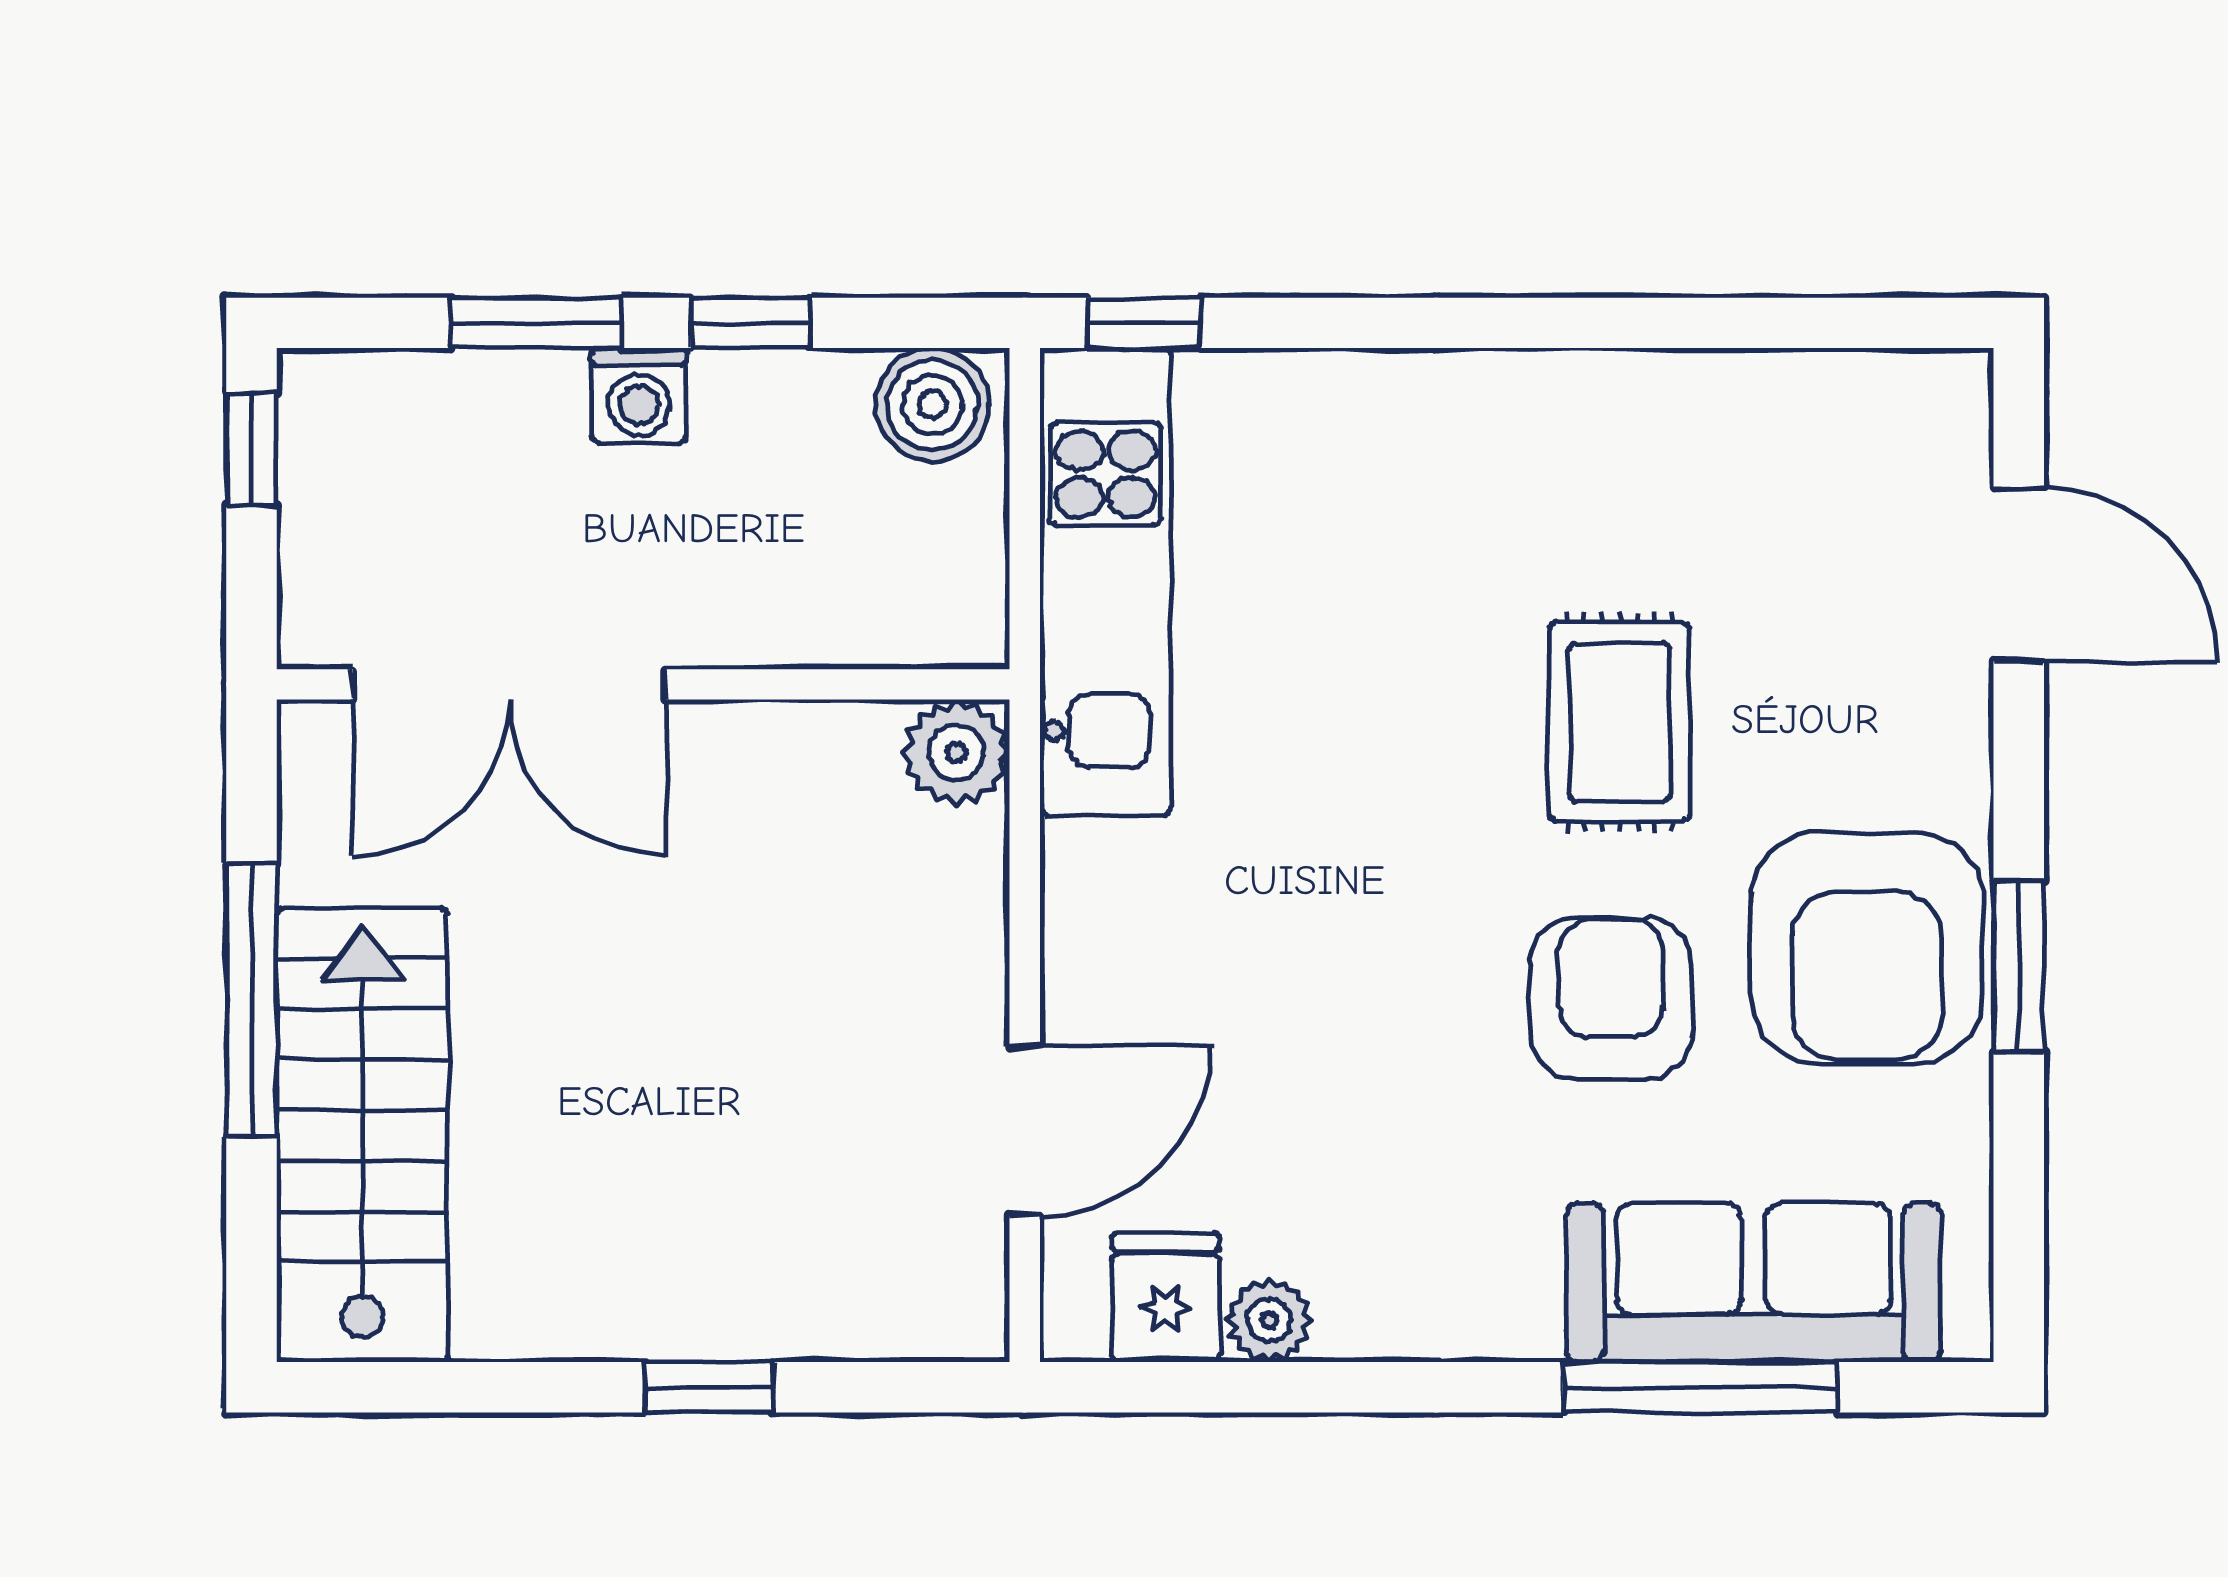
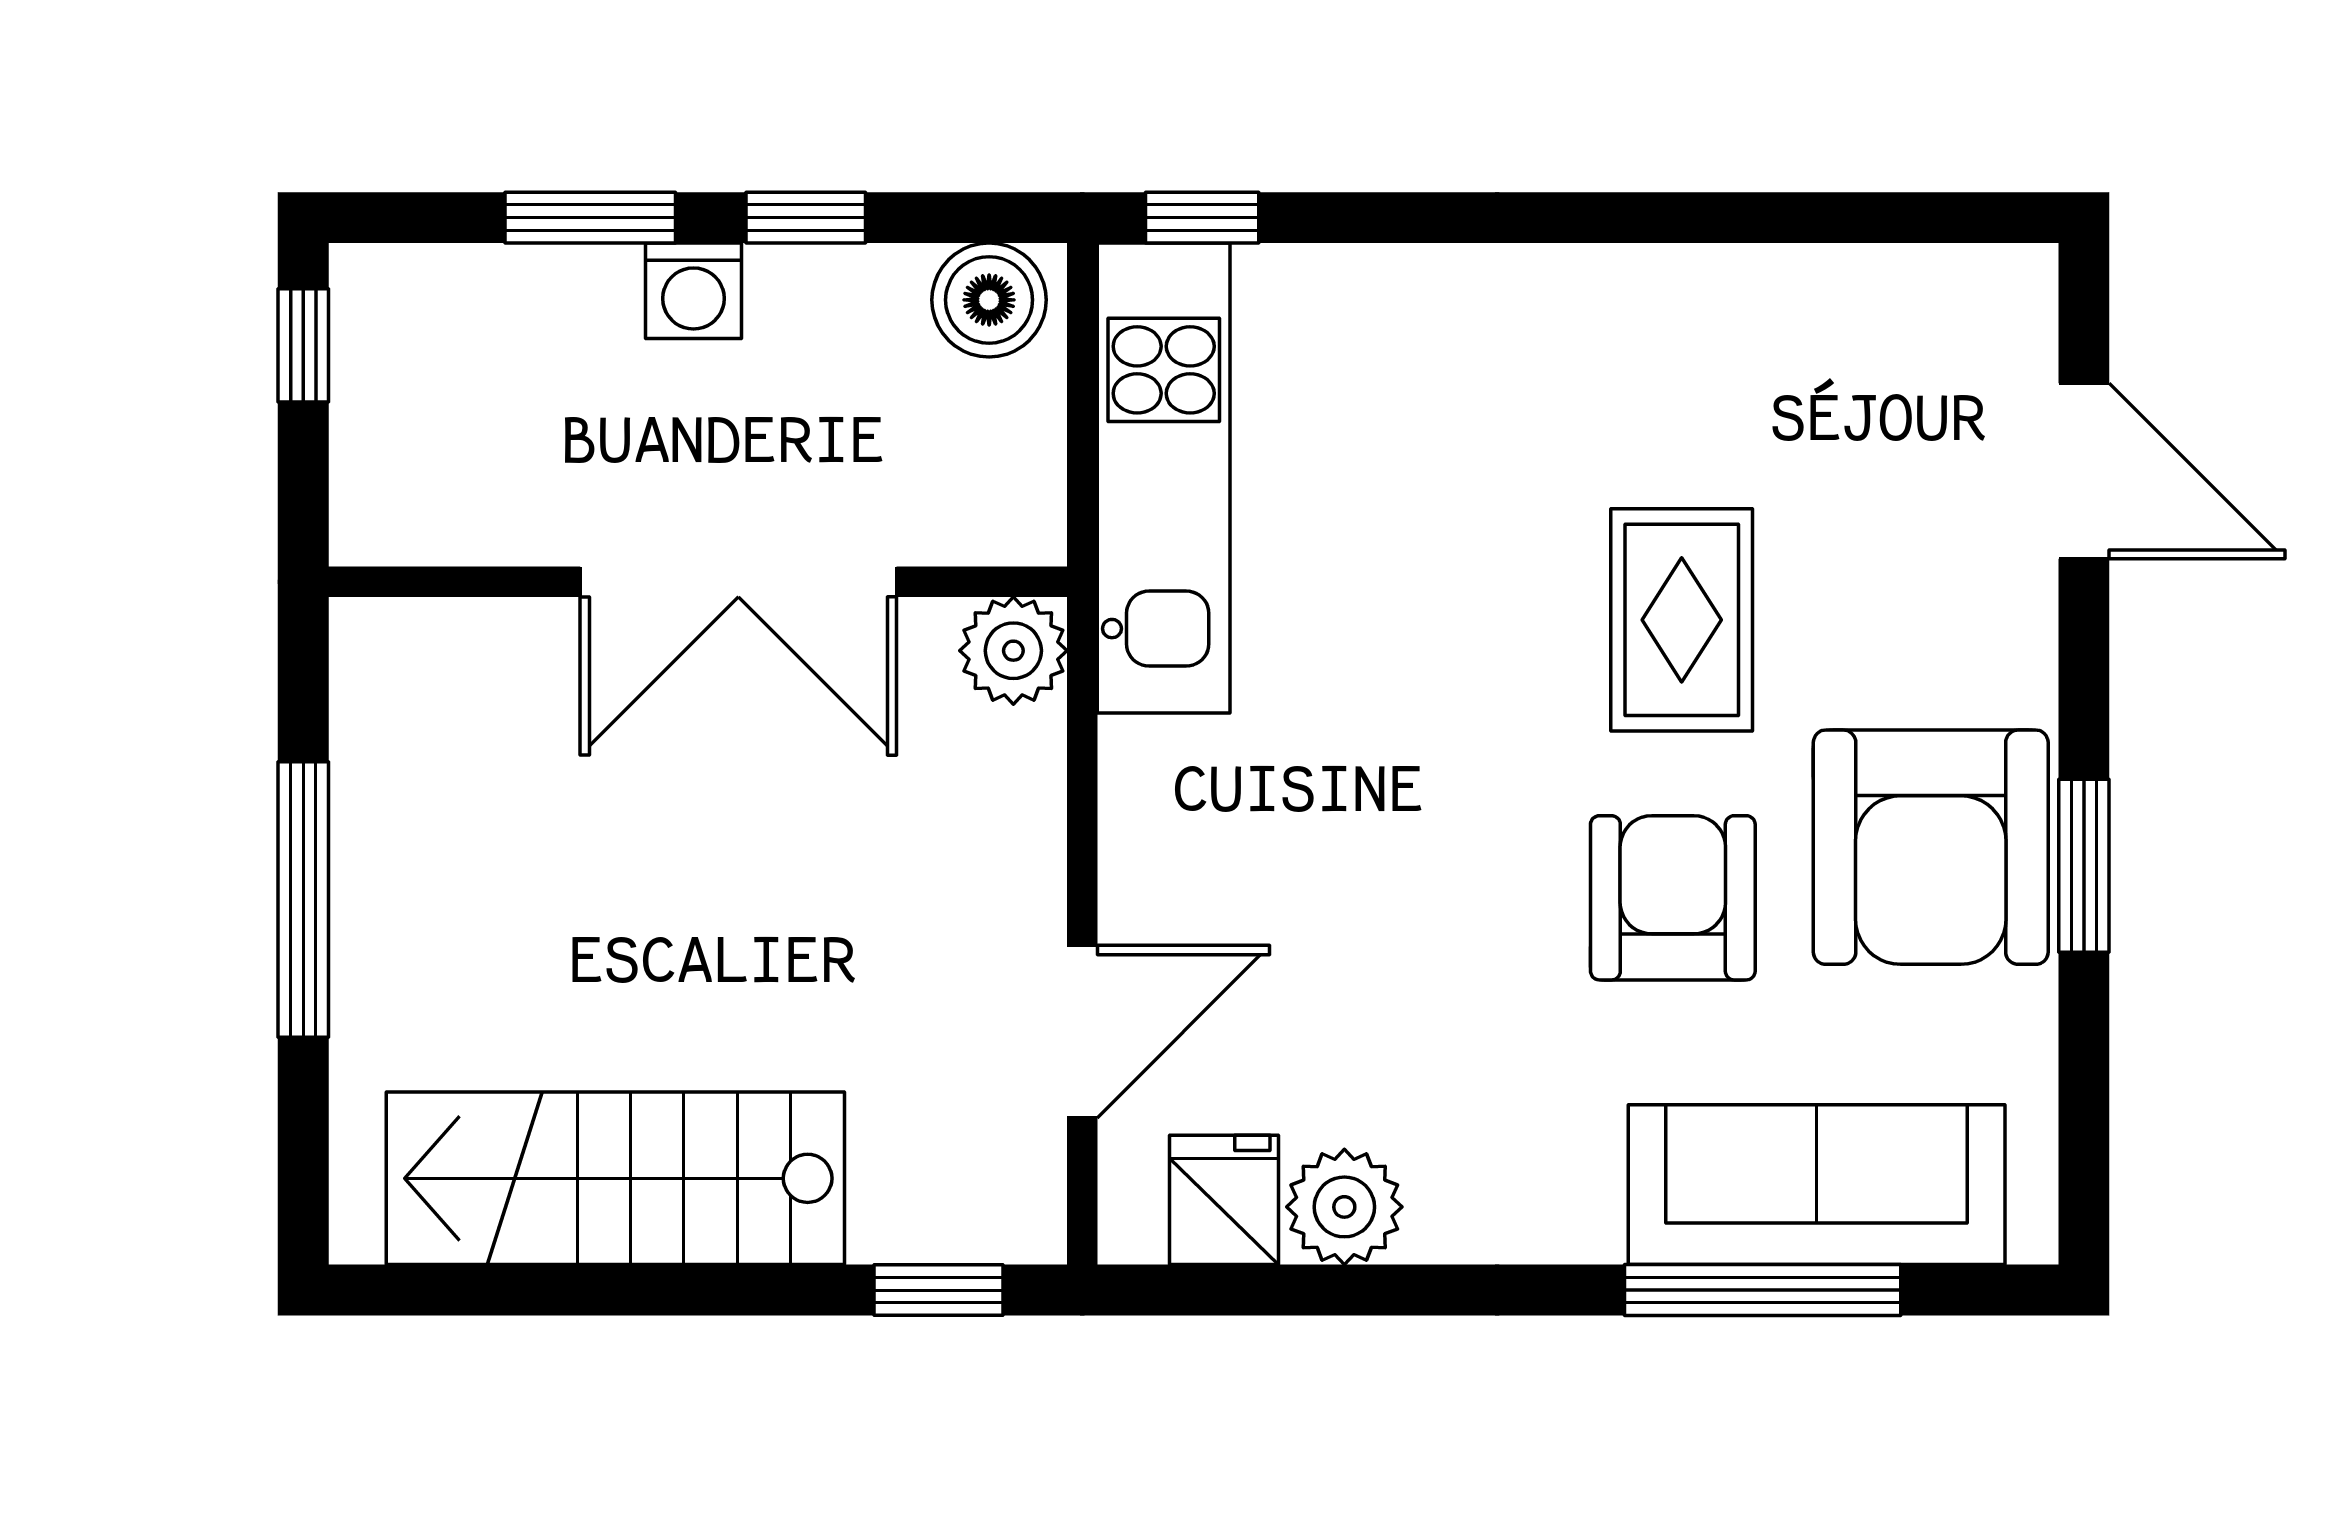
double door: (509, 684) -> (738, 582), moved
stairs: (362, 1135) -> (615, 1178), moved, turned -90
plant: (1269, 1320) -> (1344, 1207), width x1.38, depth x1.38
window: (709, 1387) -> (939, 1290), moved

